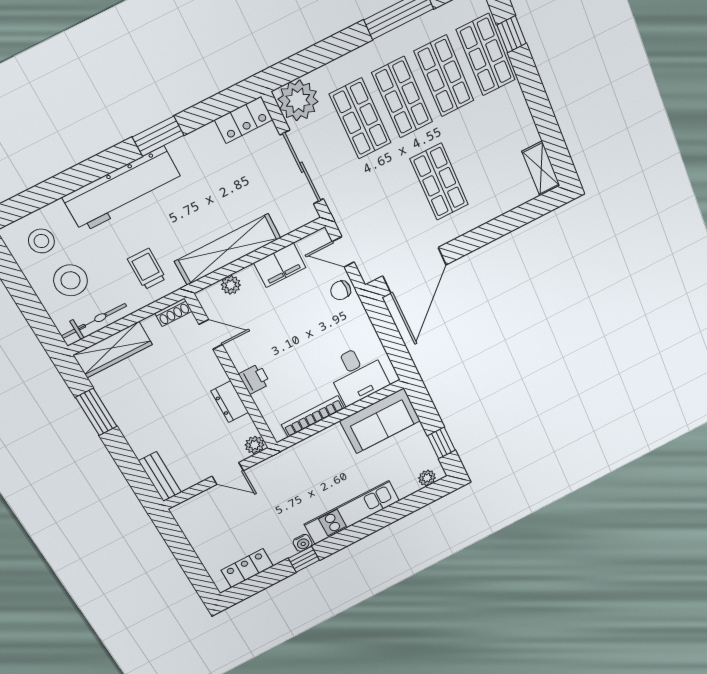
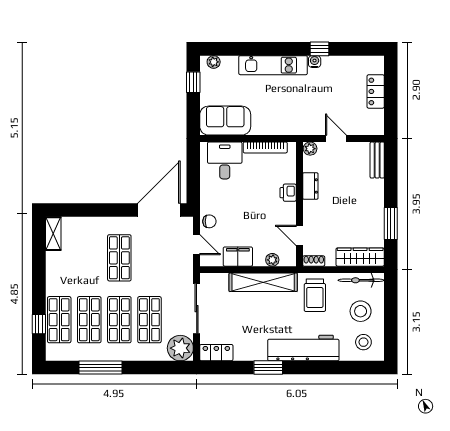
trolley: (147, 269) -> (315, 295), width x1.36, depth x1.39
locker: (247, 568) -> (376, 91), moved, turned 90

